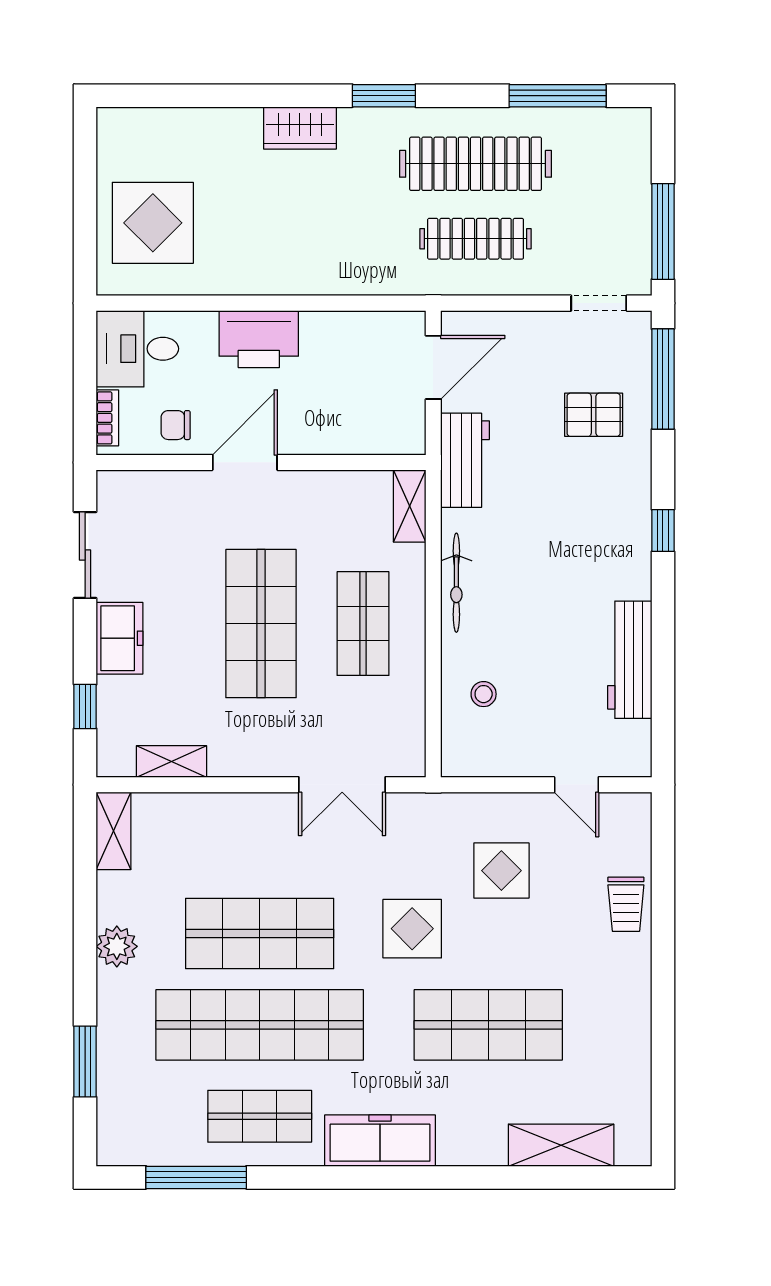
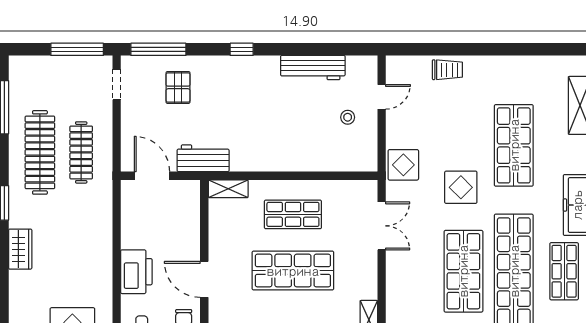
bicycle: (456, 583) -> (270, 163), removed
stool: (484, 694) -> (348, 117), moved
display table: (501, 871) -> (403, 165), moved

